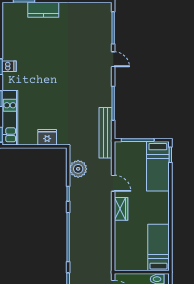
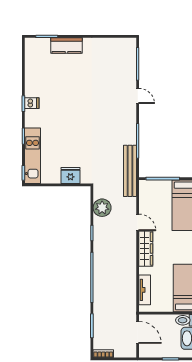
wardrobe: (121, 209) -> (146, 249), width x1.50
tv unit: (120, 249) -> (145, 290), added

